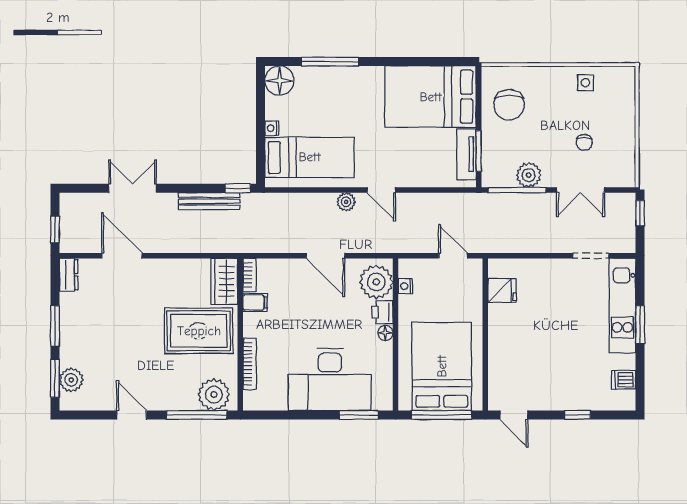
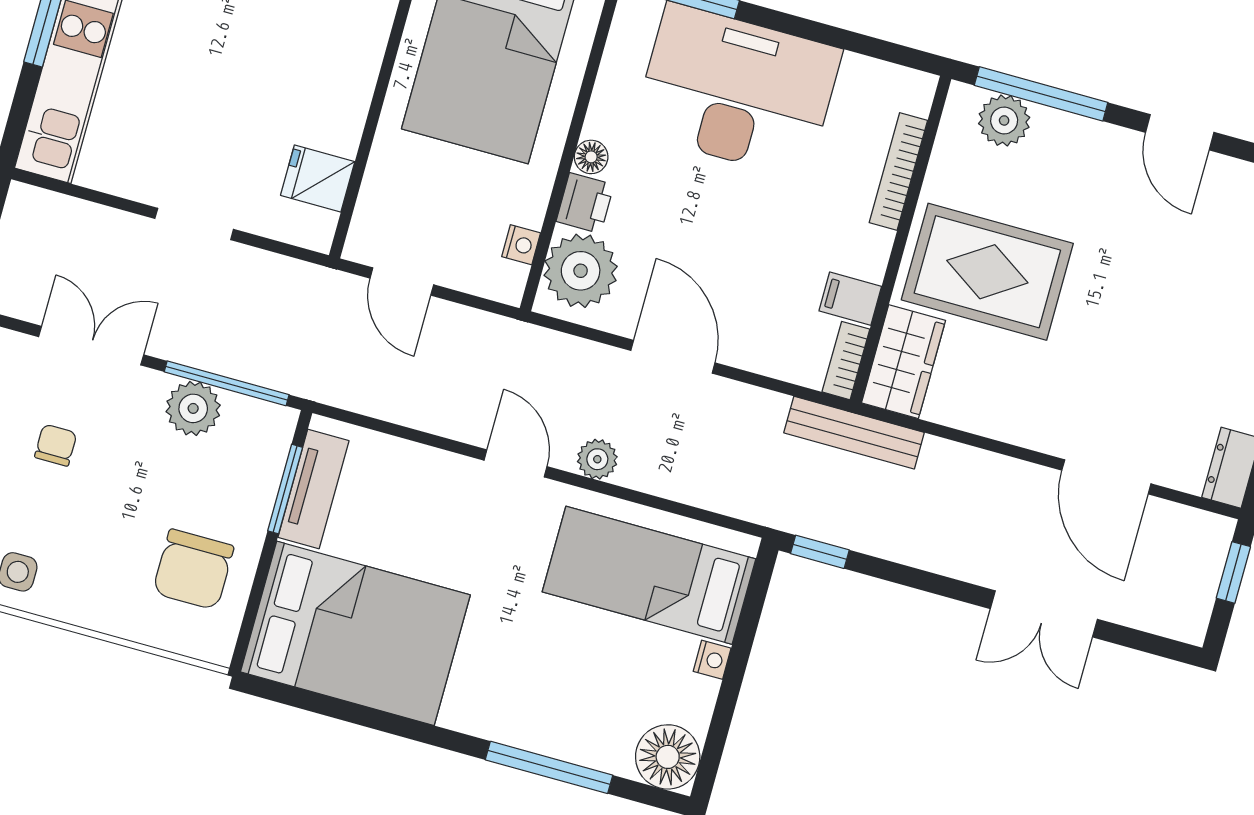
chair: (509, 105) -> (193, 569), turned 180
bench: (209, 201) -> (854, 433), moved
doorway: (591, 256) -> (194, 224), moved
plant: (214, 395) -> (1004, 120), width x0.73, depth x0.73

